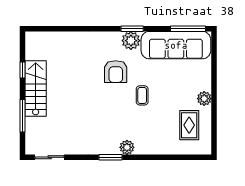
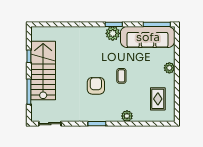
armchair: (116, 72) -> (96, 86), moved, turned 180
stairs: (36, 89) -> (43, 71), width x1.36, depth x1.51
plant: (204, 99) -> (169, 68), moved
plant: (127, 147) -> (127, 116), moved

